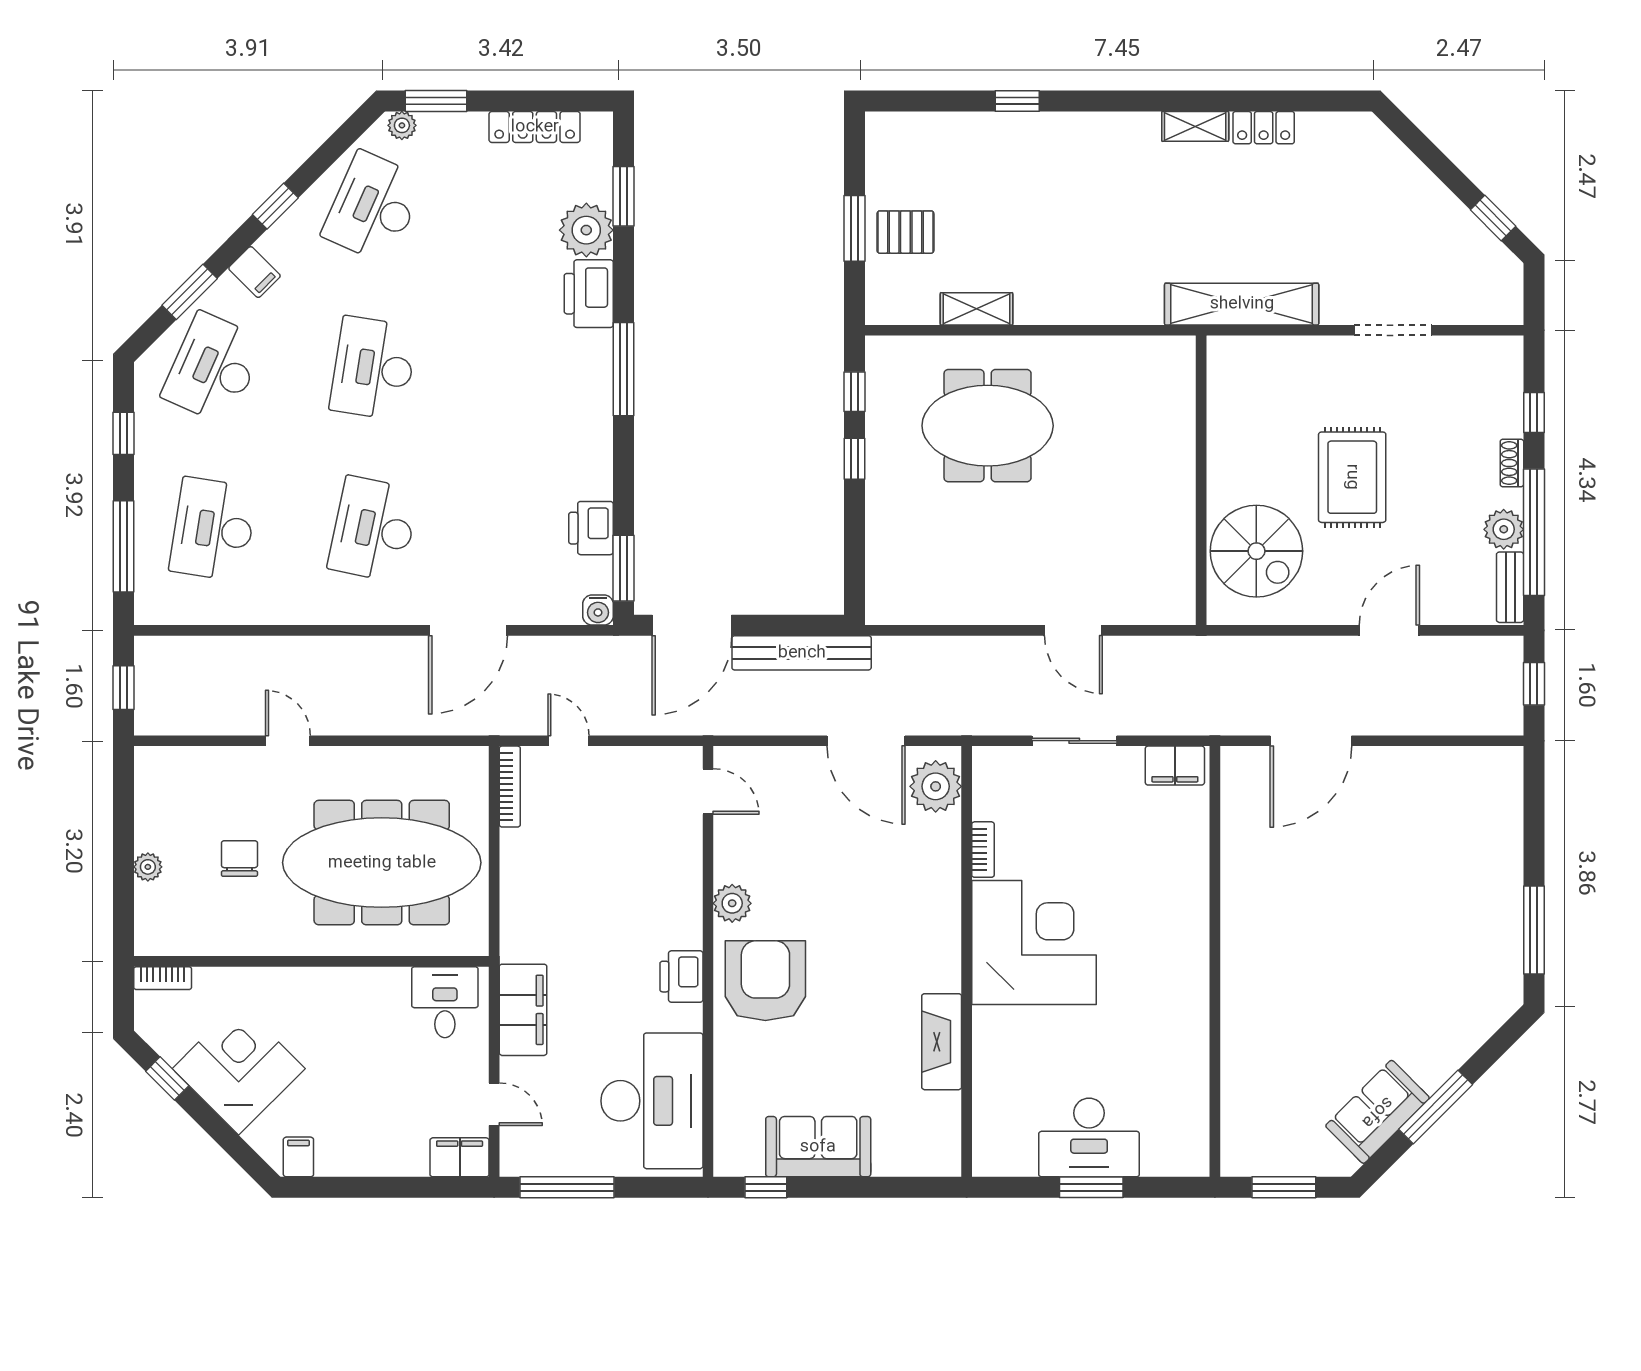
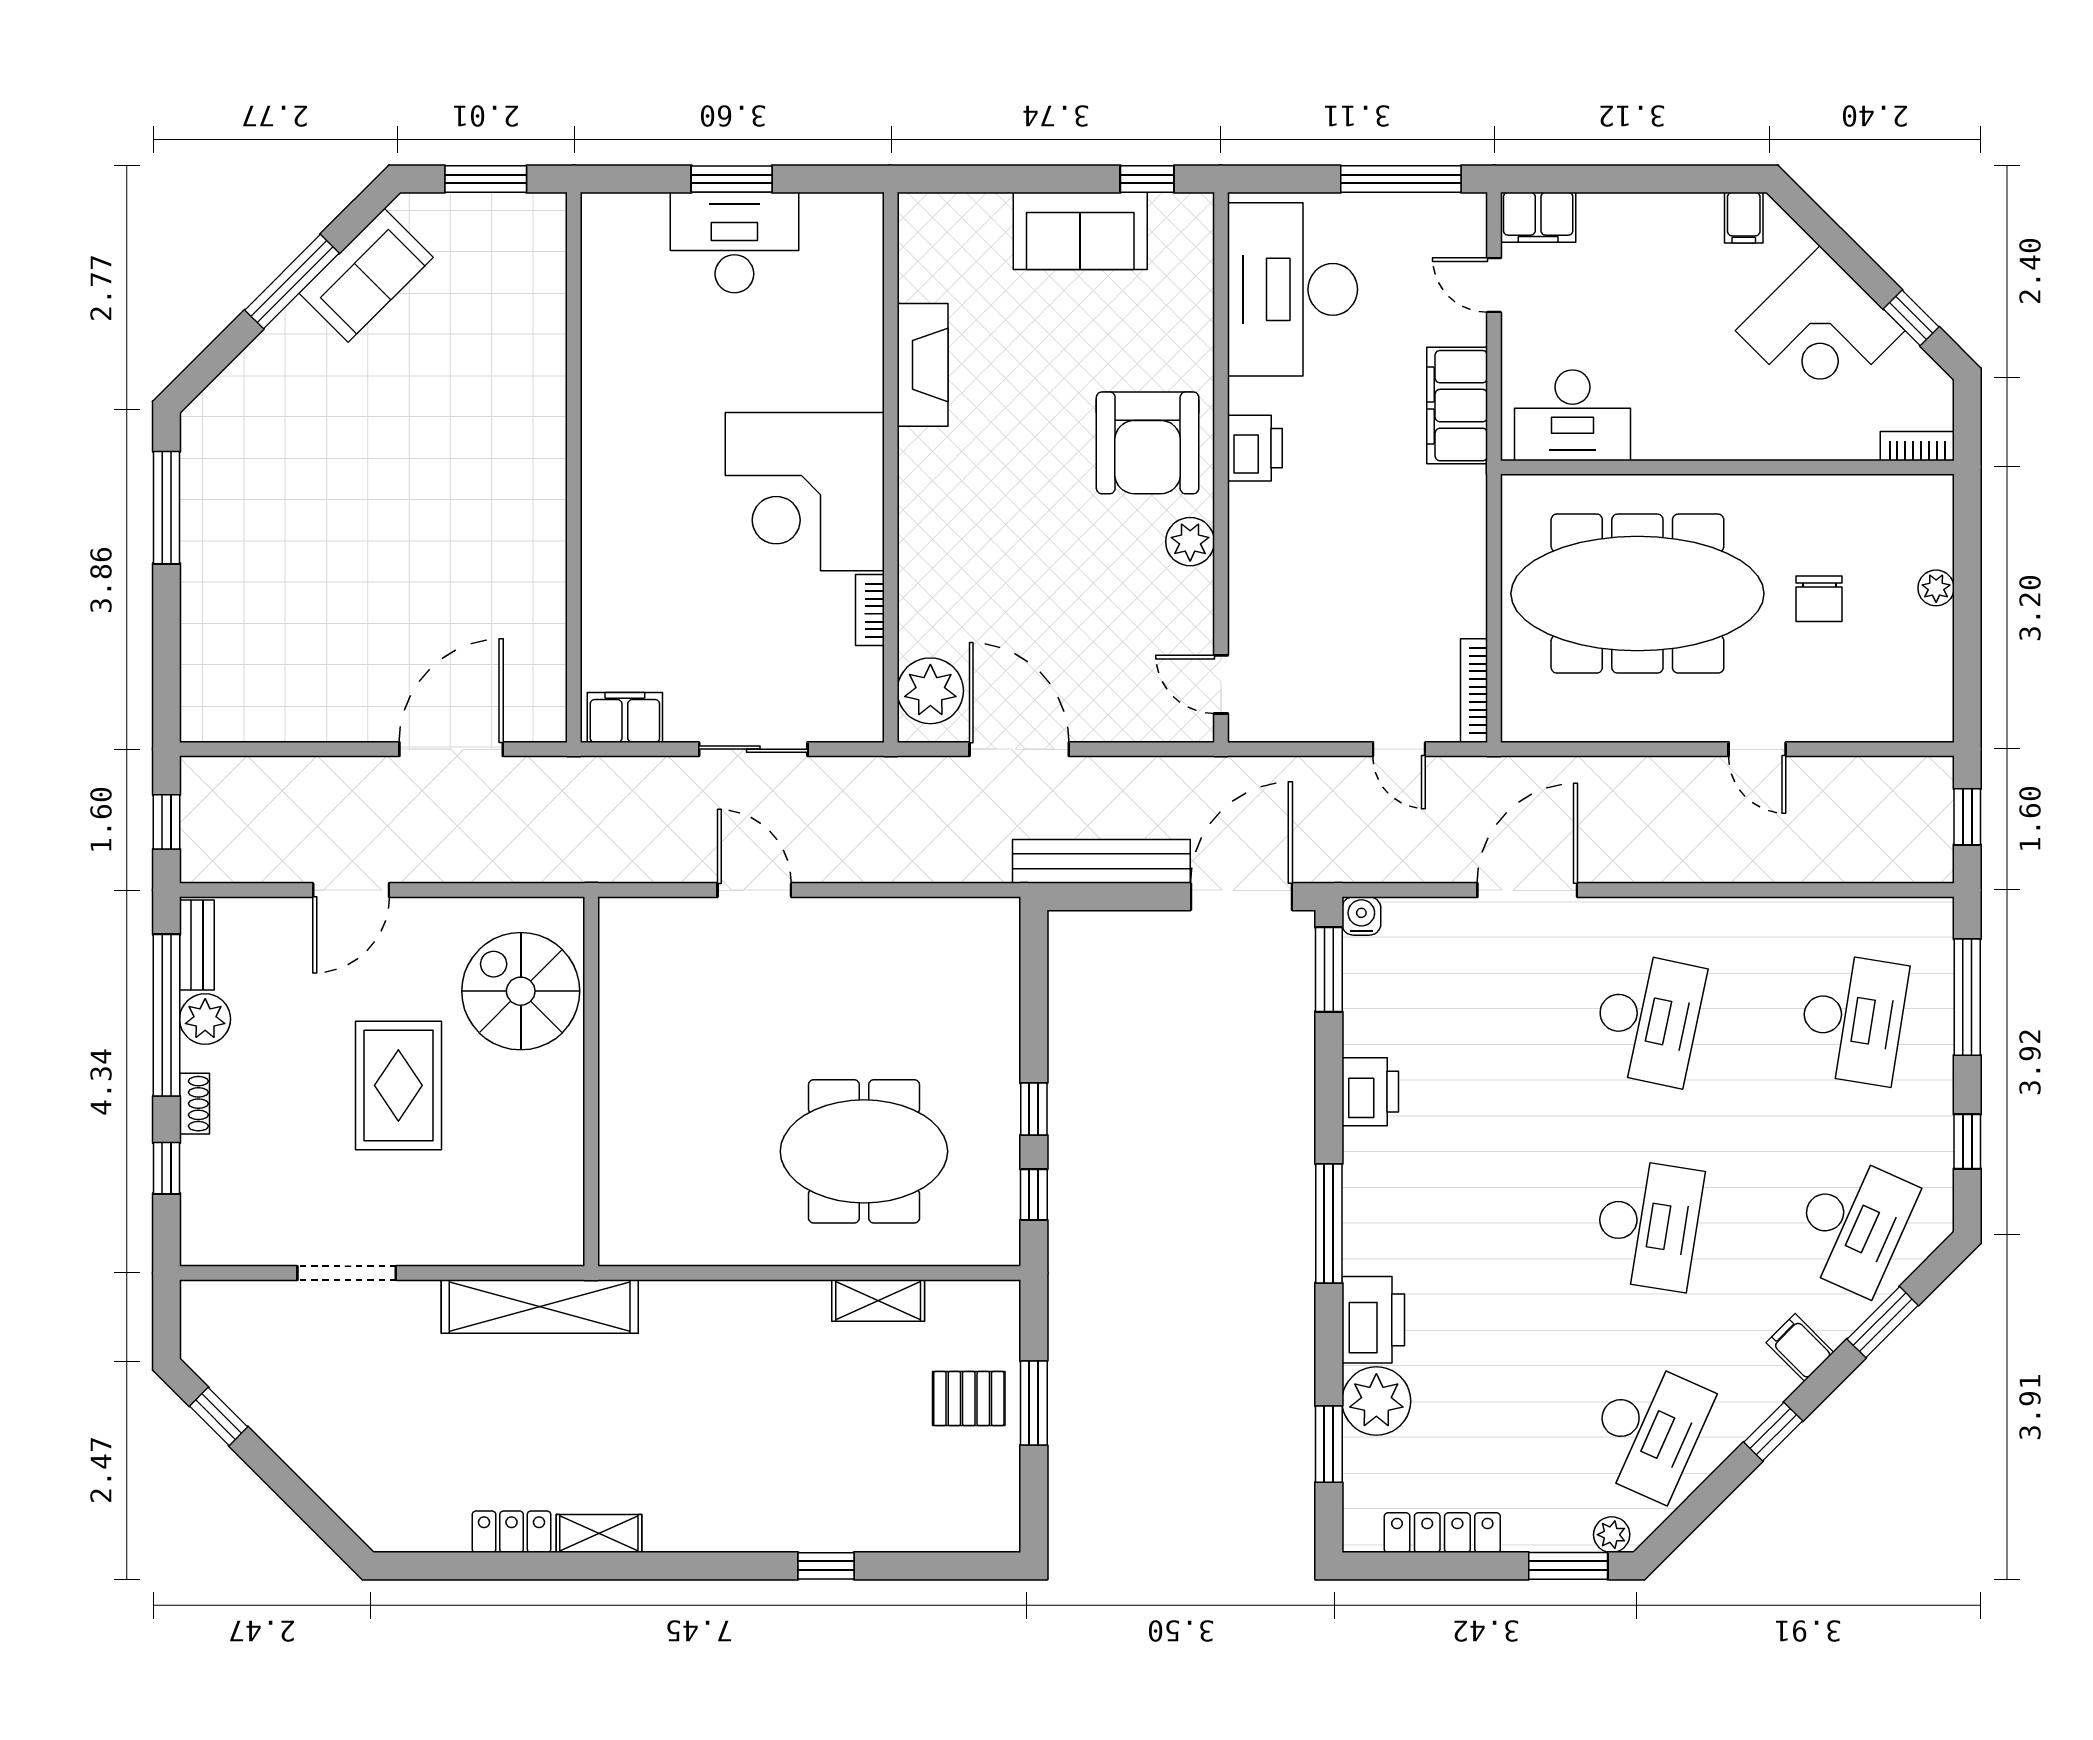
printer: (591, 528) -> (1370, 1092), moved
desk: (445, 1002) -> (1573, 415), width x1.37

